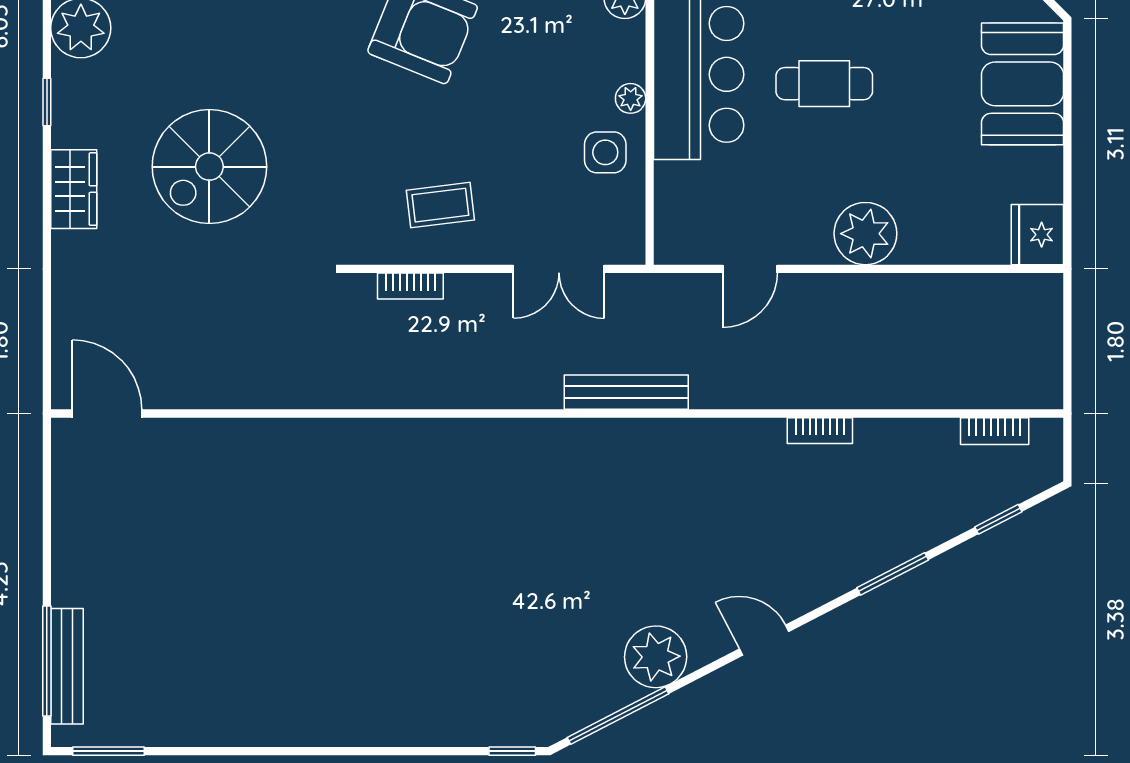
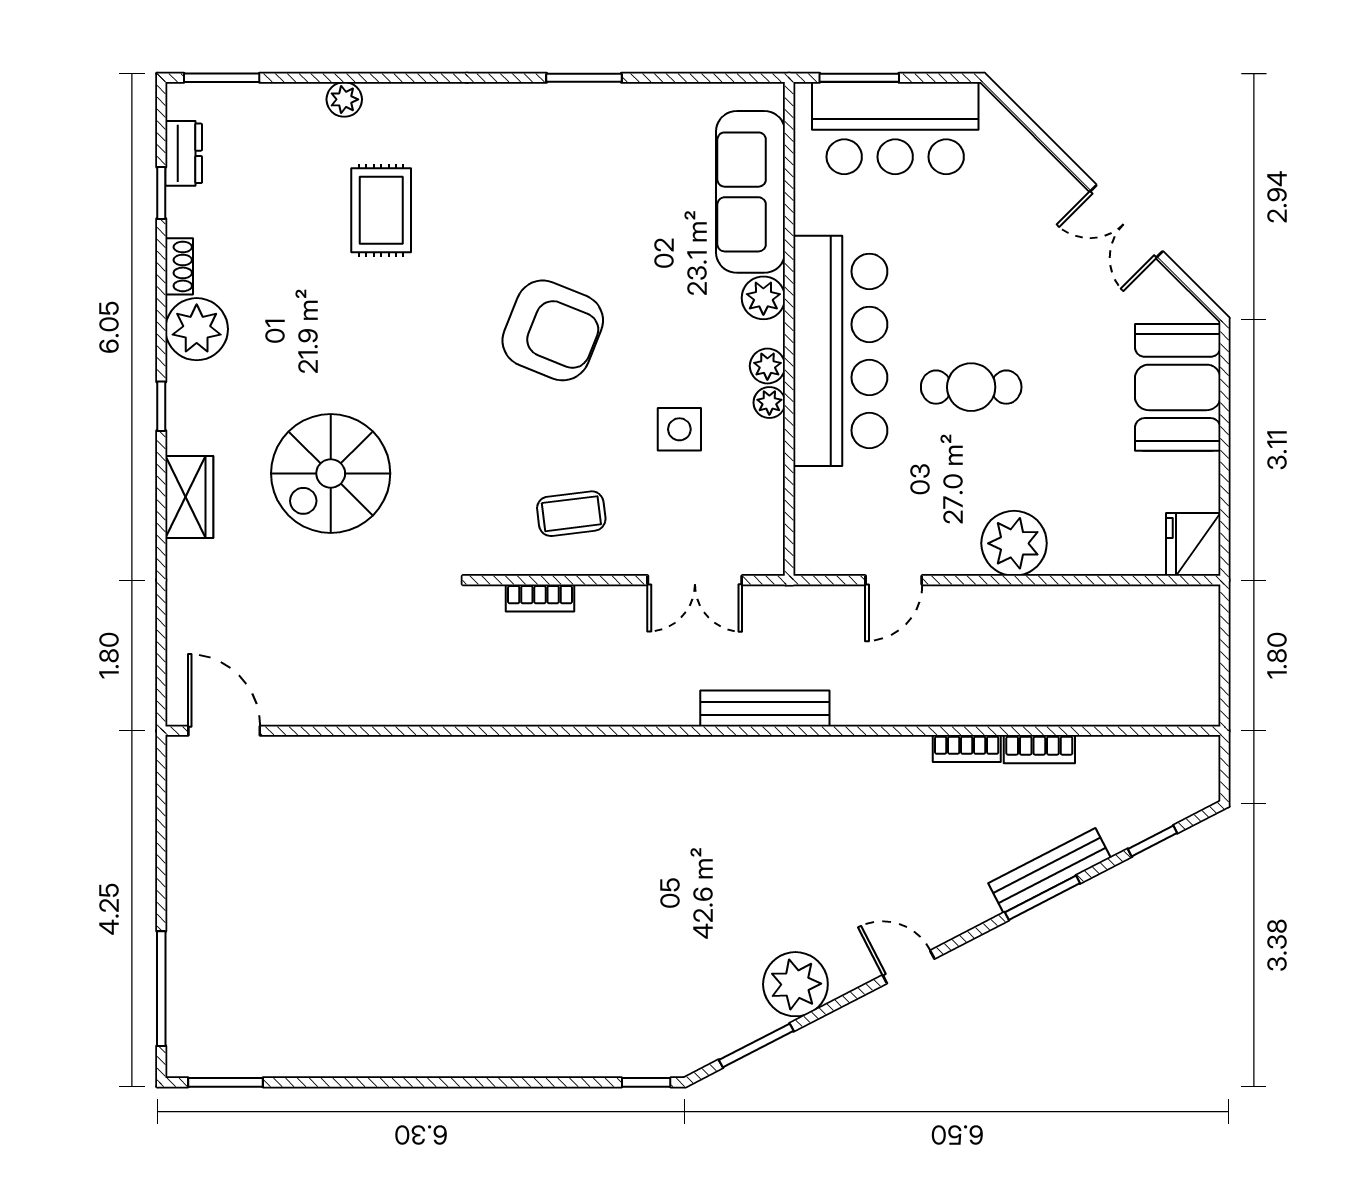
plant: (629, 63) -> (767, 366), added
side table: (605, 152) -> (679, 429), moved
bookcase: (995, 431) -> (1039, 749), moved
bench: (67, 666) -> (1049, 870), moved, turned 63
window: (618, 716) -> (756, 1045), width x0.69

